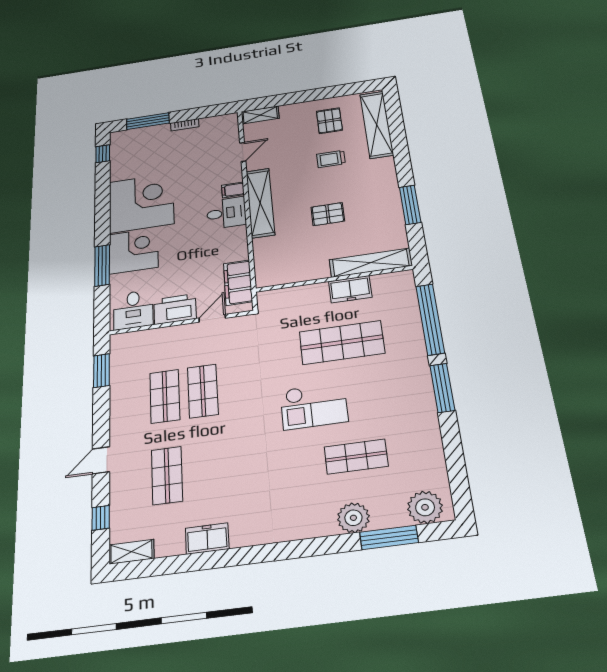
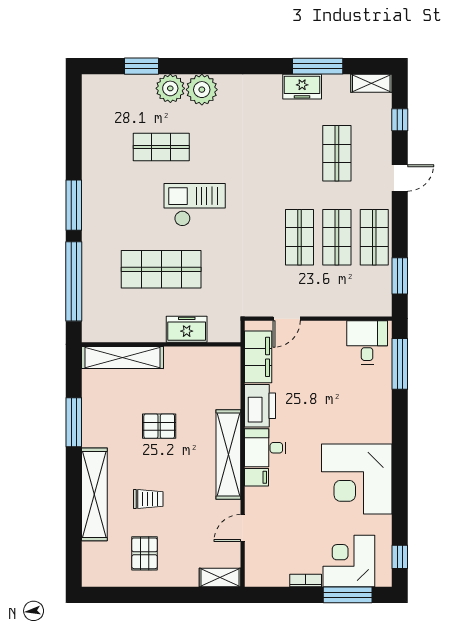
shelving: (377, 124) -> (94, 494), moved
corner desk: (134, 251) -> (349, 561), moved, turned 90
window: (102, 265) -> (400, 364), moved
freezer: (350, 289) -> (187, 329), moved
printer: (175, 309) -> (260, 406), moved, turned -90
shop shelf: (127, 401) -> (374, 237), added
plant: (425, 507) -> (202, 90), moved
window: (389, 537) -> (142, 66), width x0.69
window: (191, 563) -> (318, 66), added

